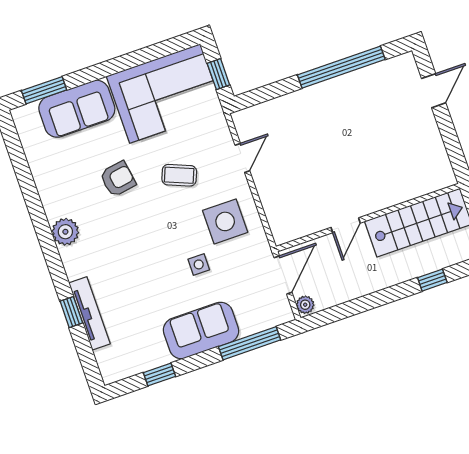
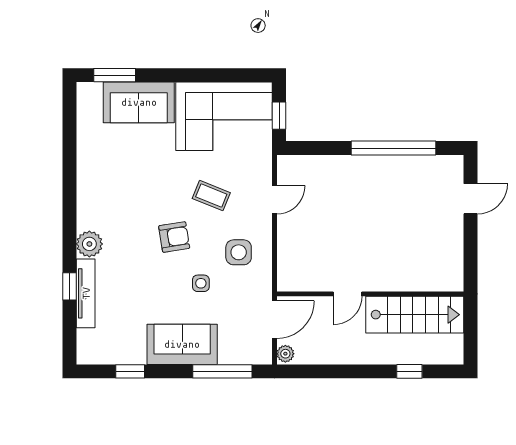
armchair: (118, 179) -> (174, 237), moved
side table: (225, 221) -> (239, 252), width x0.73, depth x0.73
plant: (65, 232) -> (89, 244), moved

